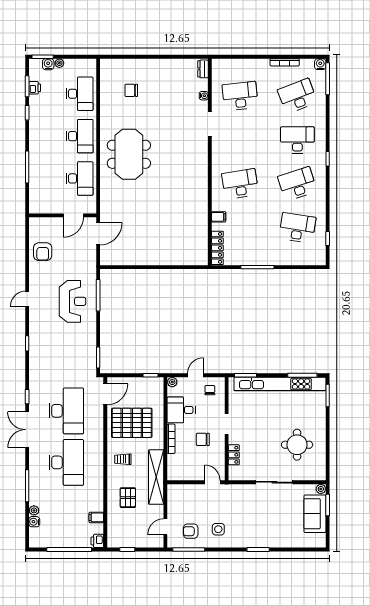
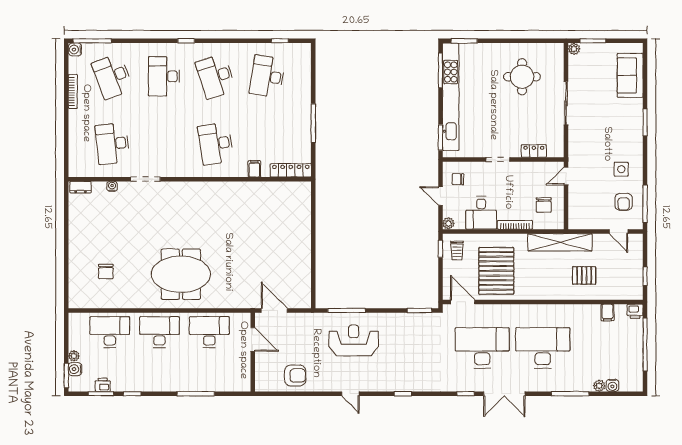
chair: (203, 439) -> (544, 205), moved
trolley: (123, 459) -> (457, 251), moved
sofa: (315, 514) -> (630, 75), moved, turned 90

